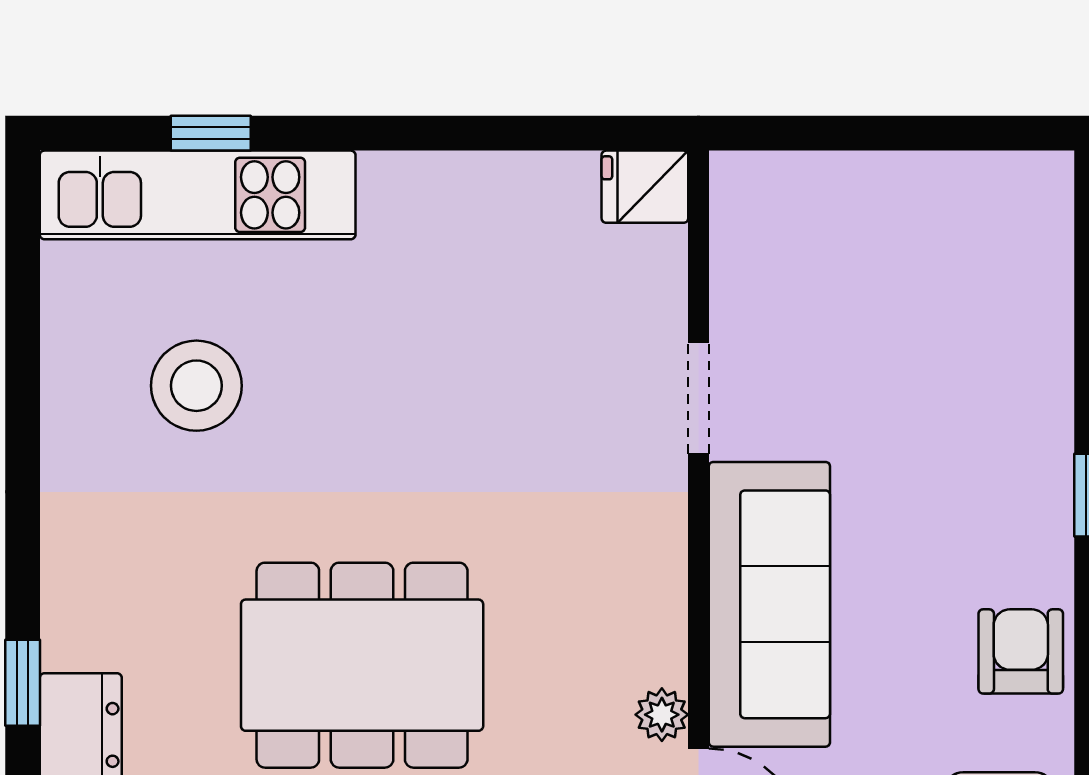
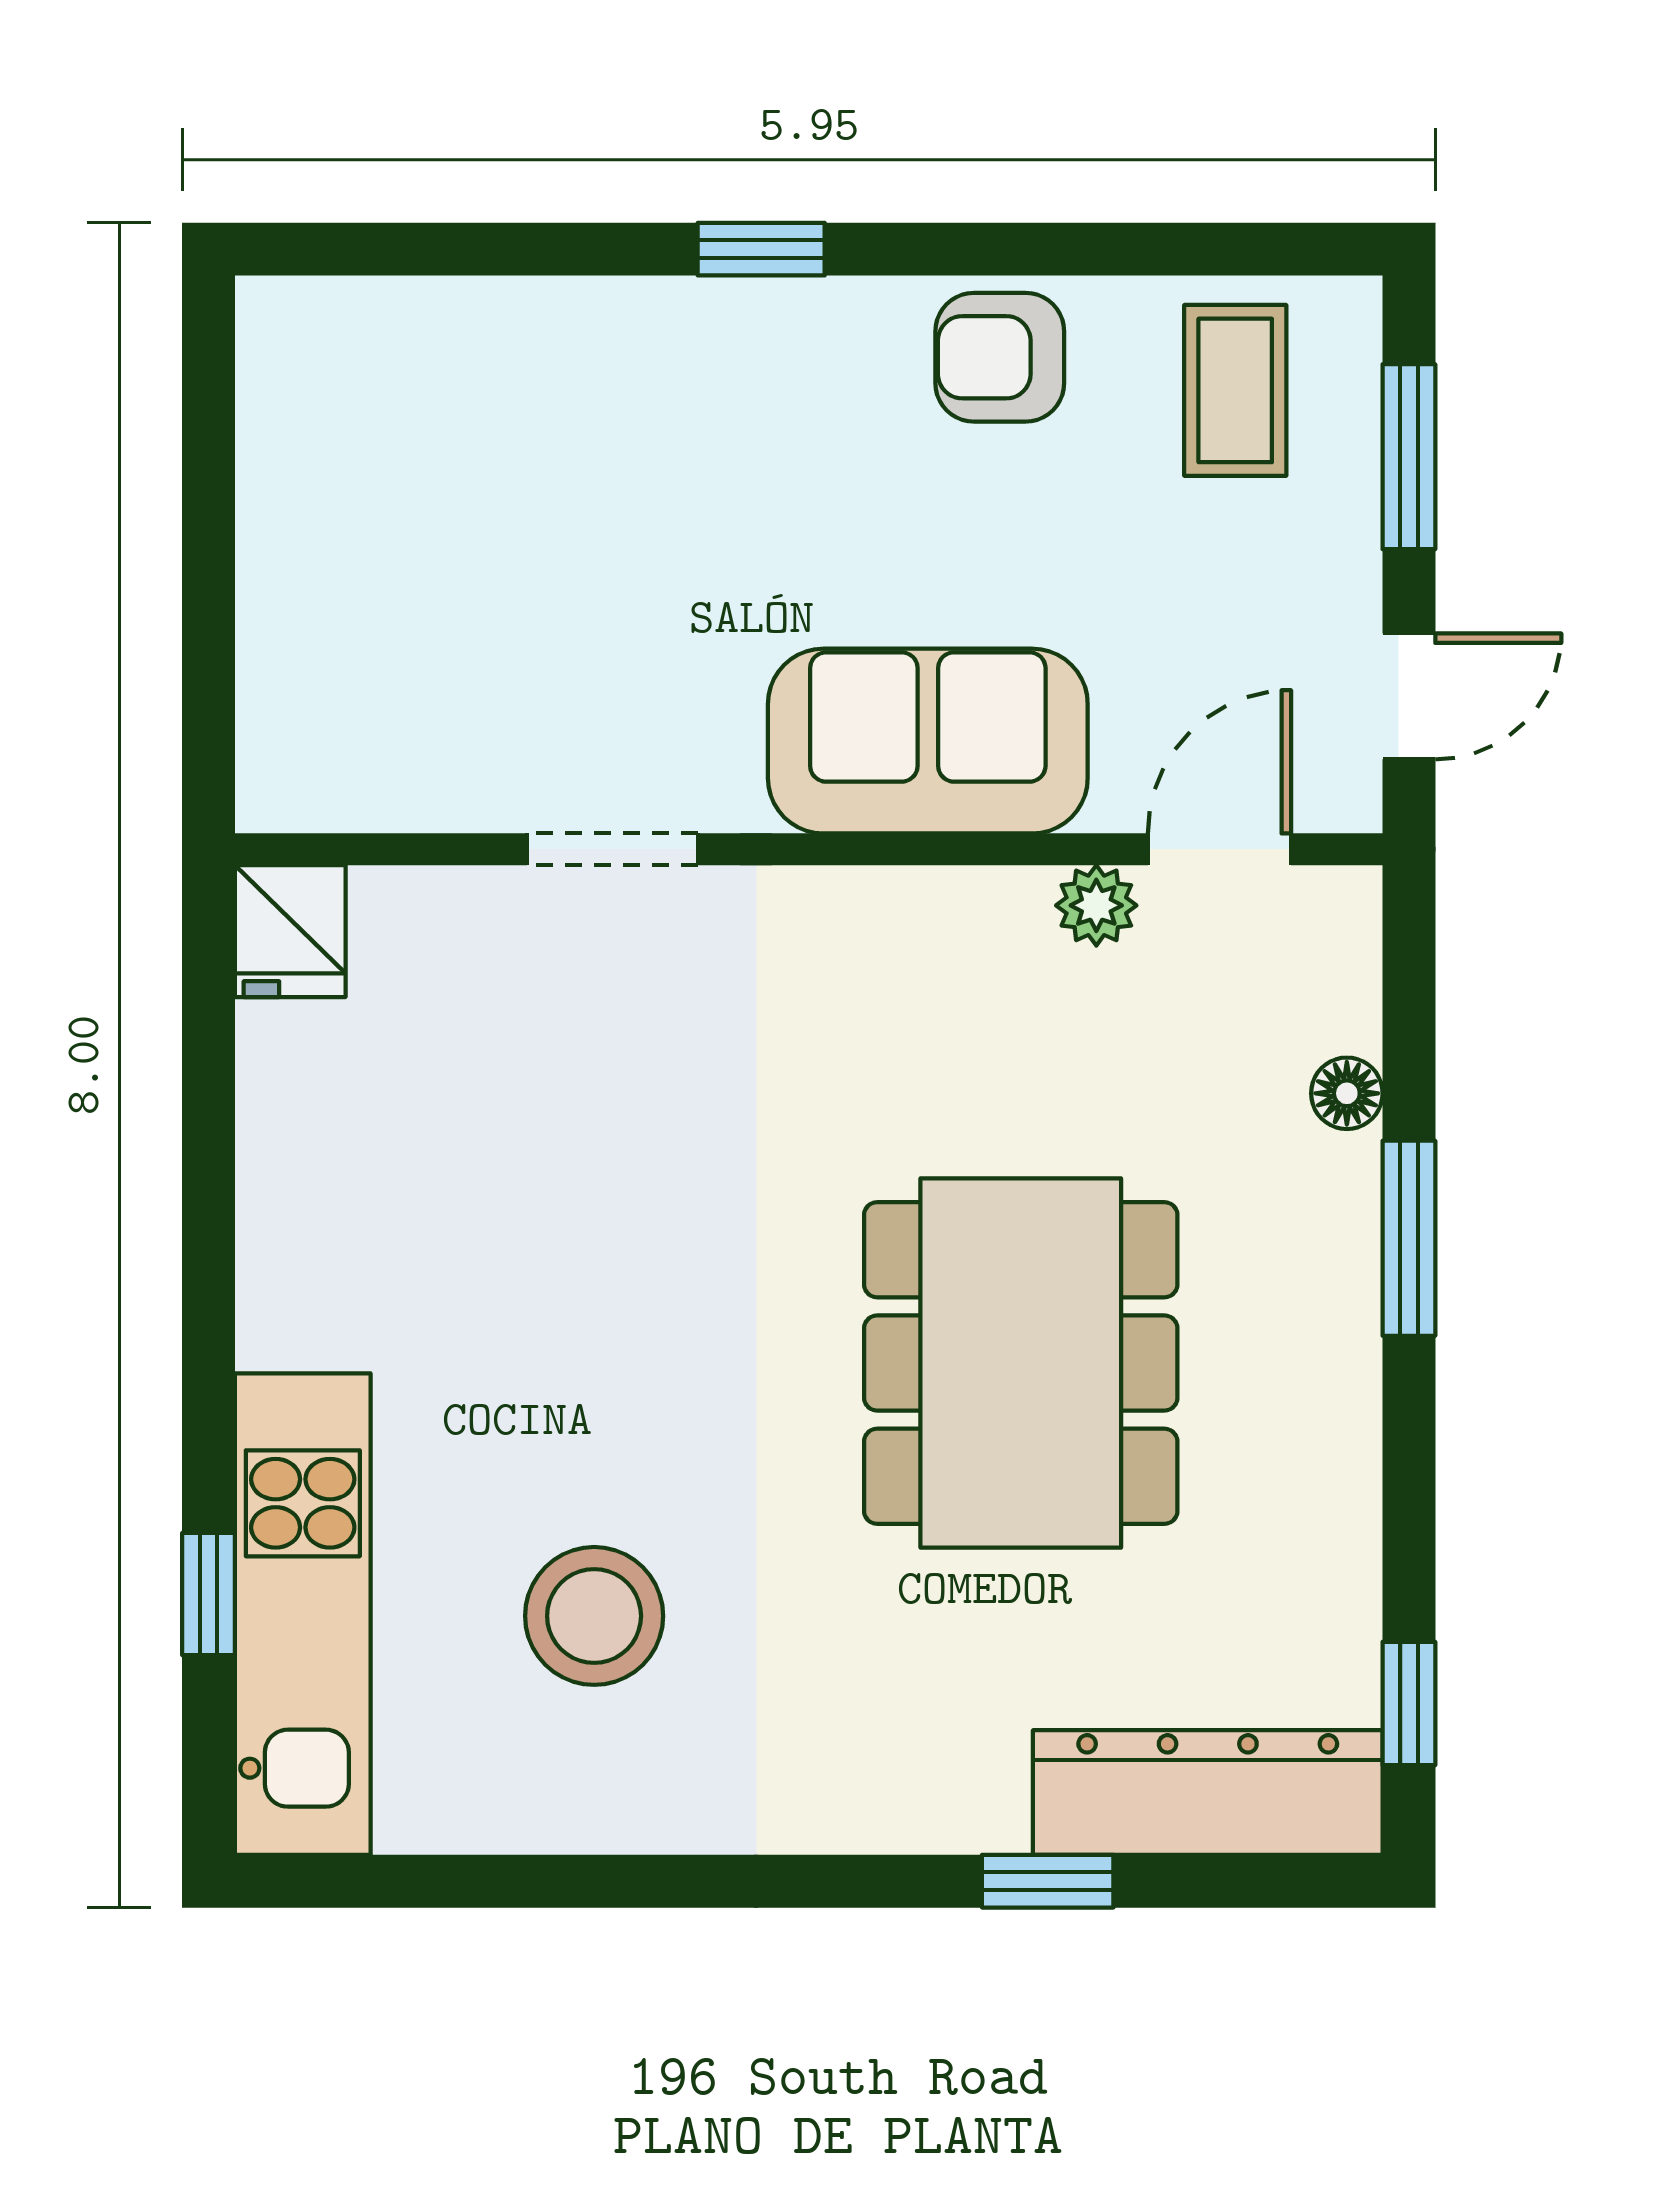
sofa: (769, 604) -> (928, 741), width x0.73

